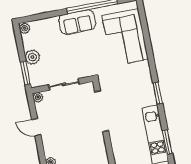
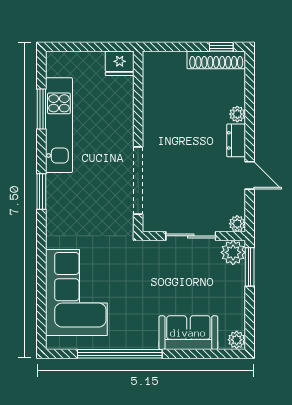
sofa: (77, 22) -> (188, 333), moved
plant: (32, 57) -> (233, 252), moved
dresser: (48, 146) -> (236, 140), added

